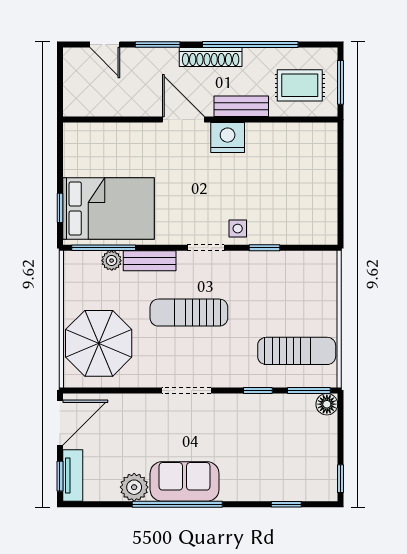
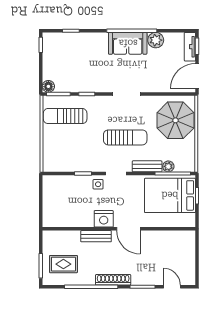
bench: (241, 106) -> (96, 236), moved
door: (183, 120) -> (128, 229), moved
wall: (200, 120) -> (119, 229), moved
nightstand: (228, 138) -> (104, 219), moved

